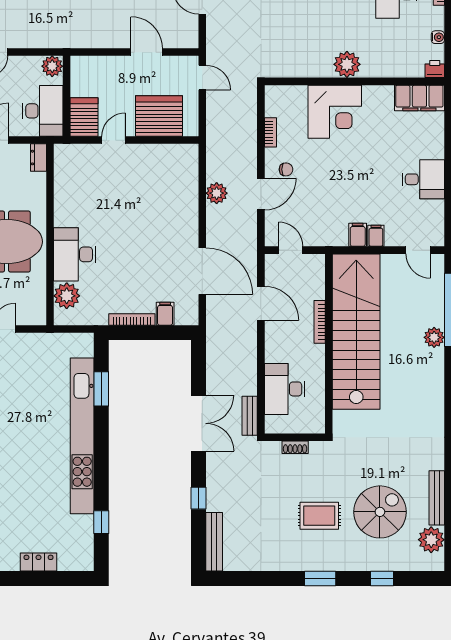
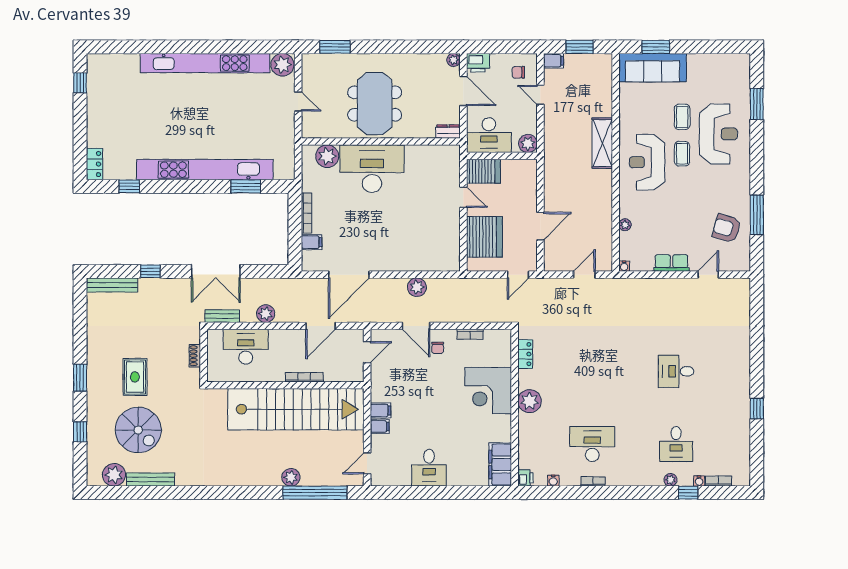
locker: (293, 69) -> (525, 354), added
desk: (75, 254) -> (372, 169), width x1.36, depth x1.30
plant: (247, 366) -> (266, 314), added
locker: (39, 562) -> (95, 164), moved

